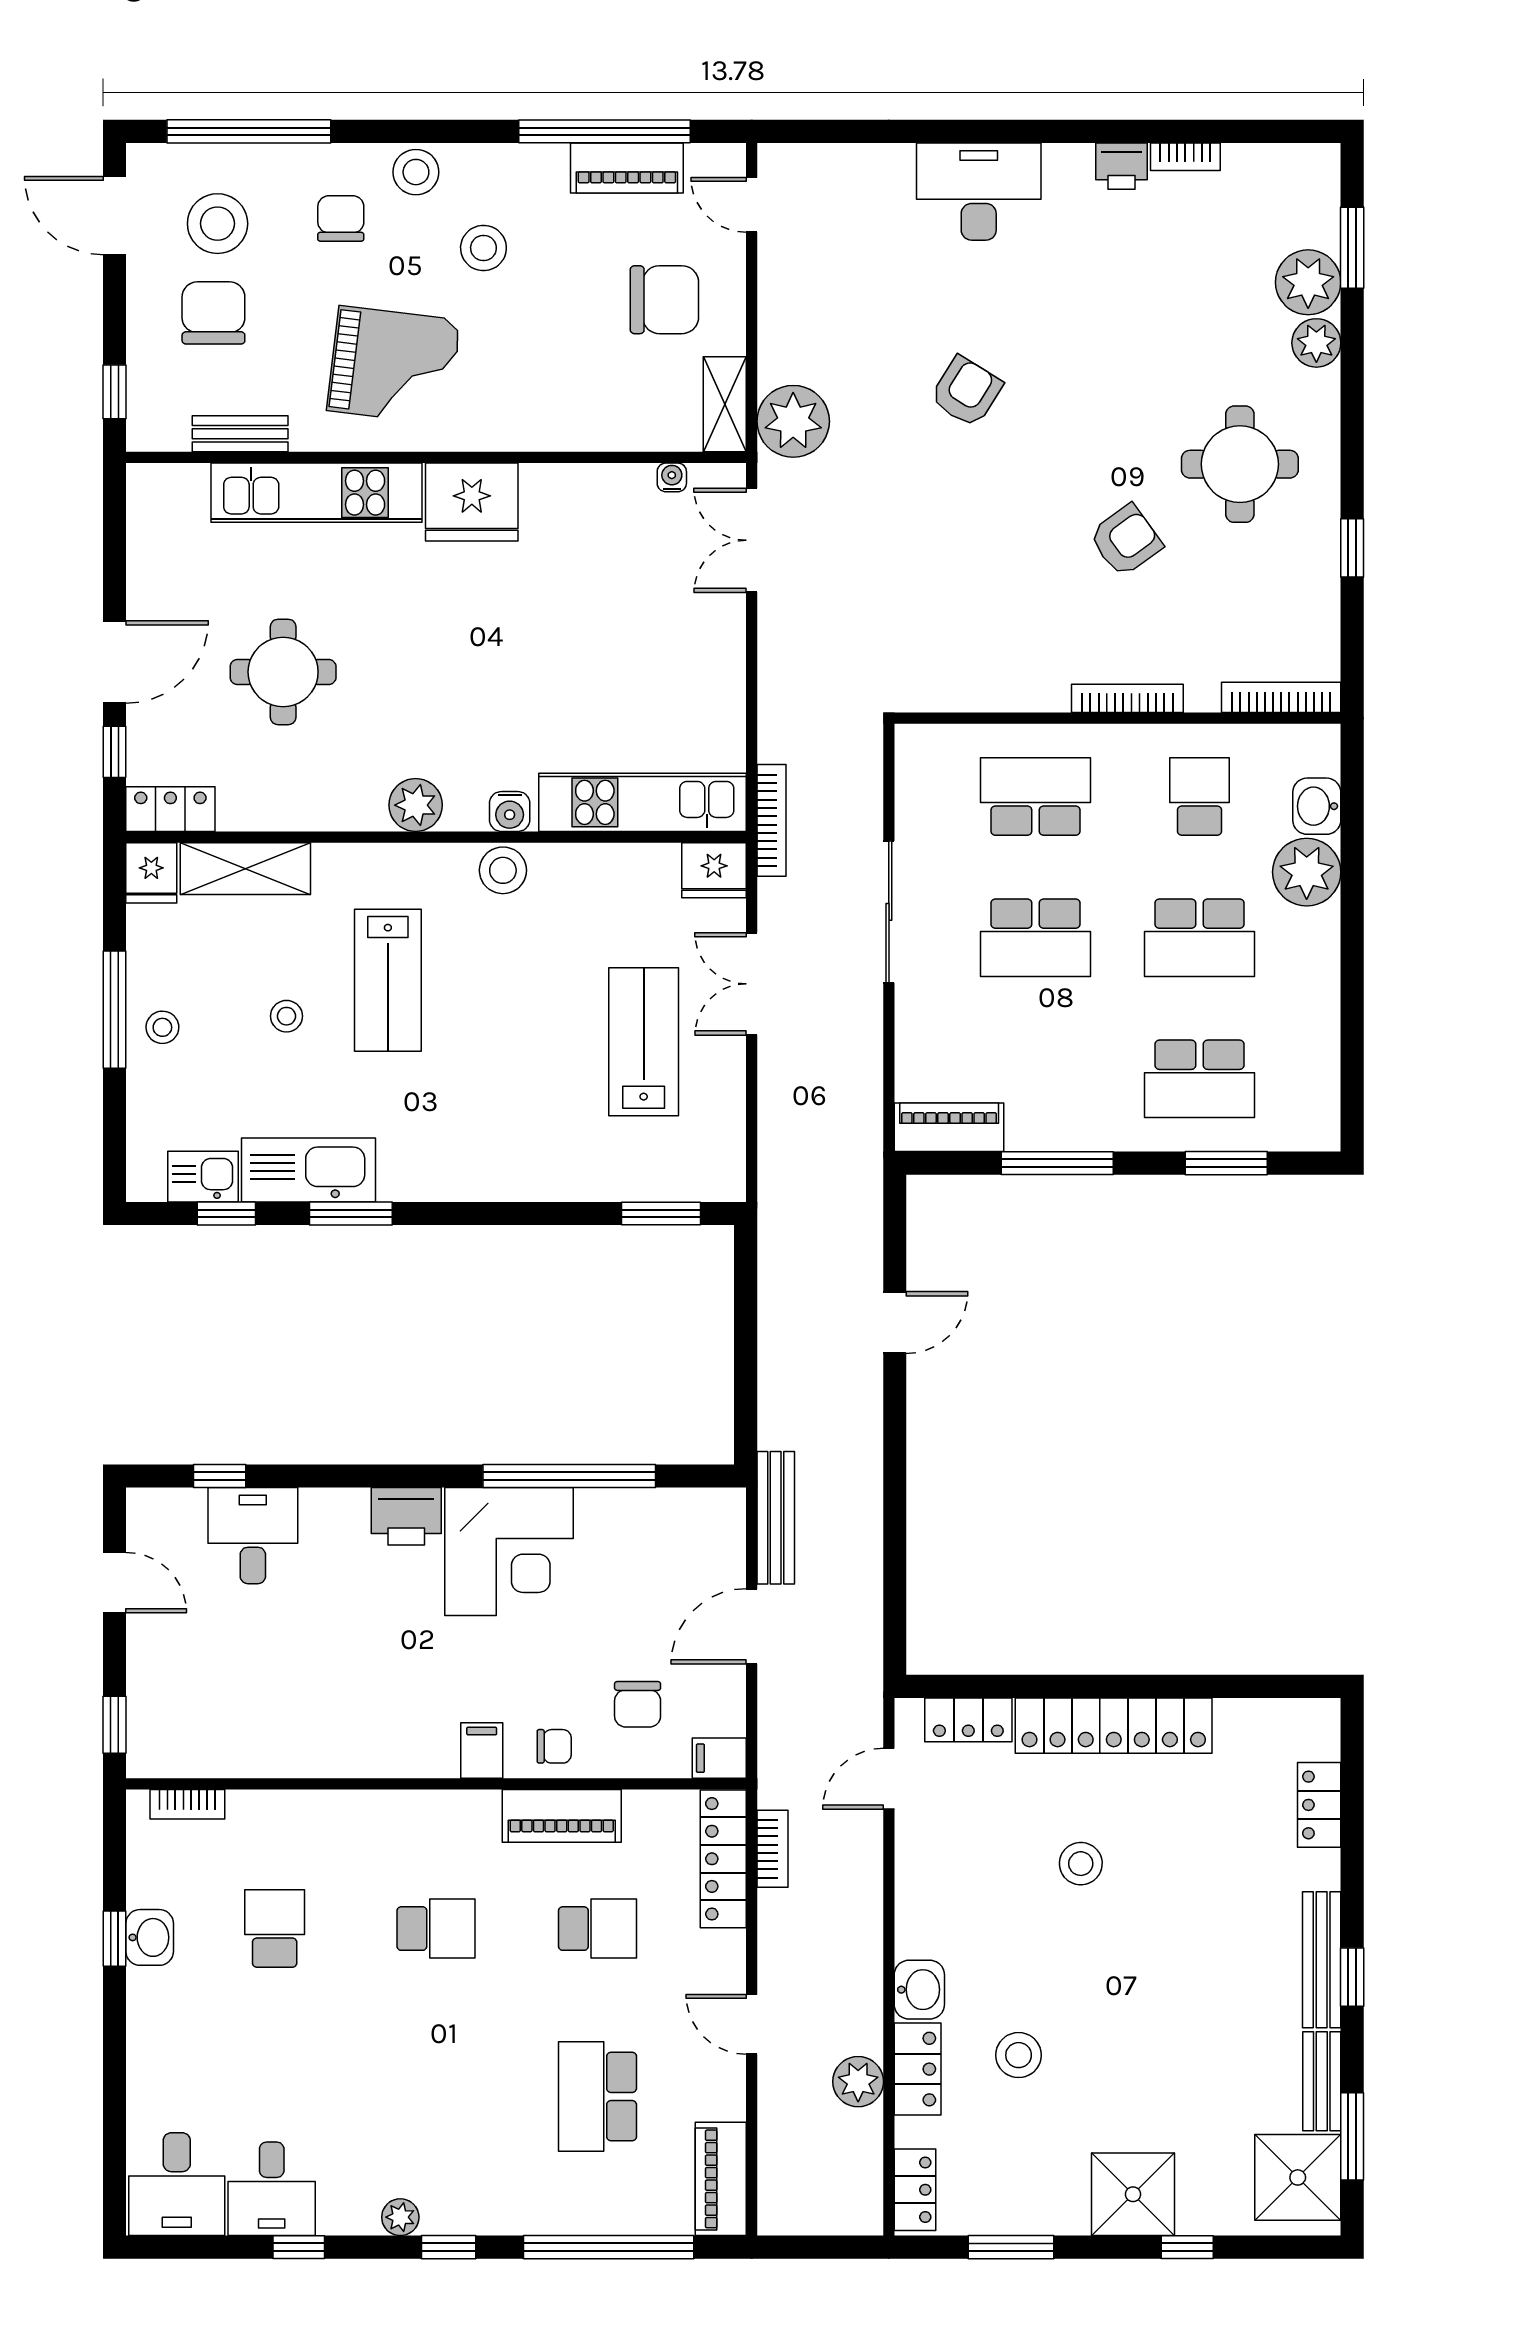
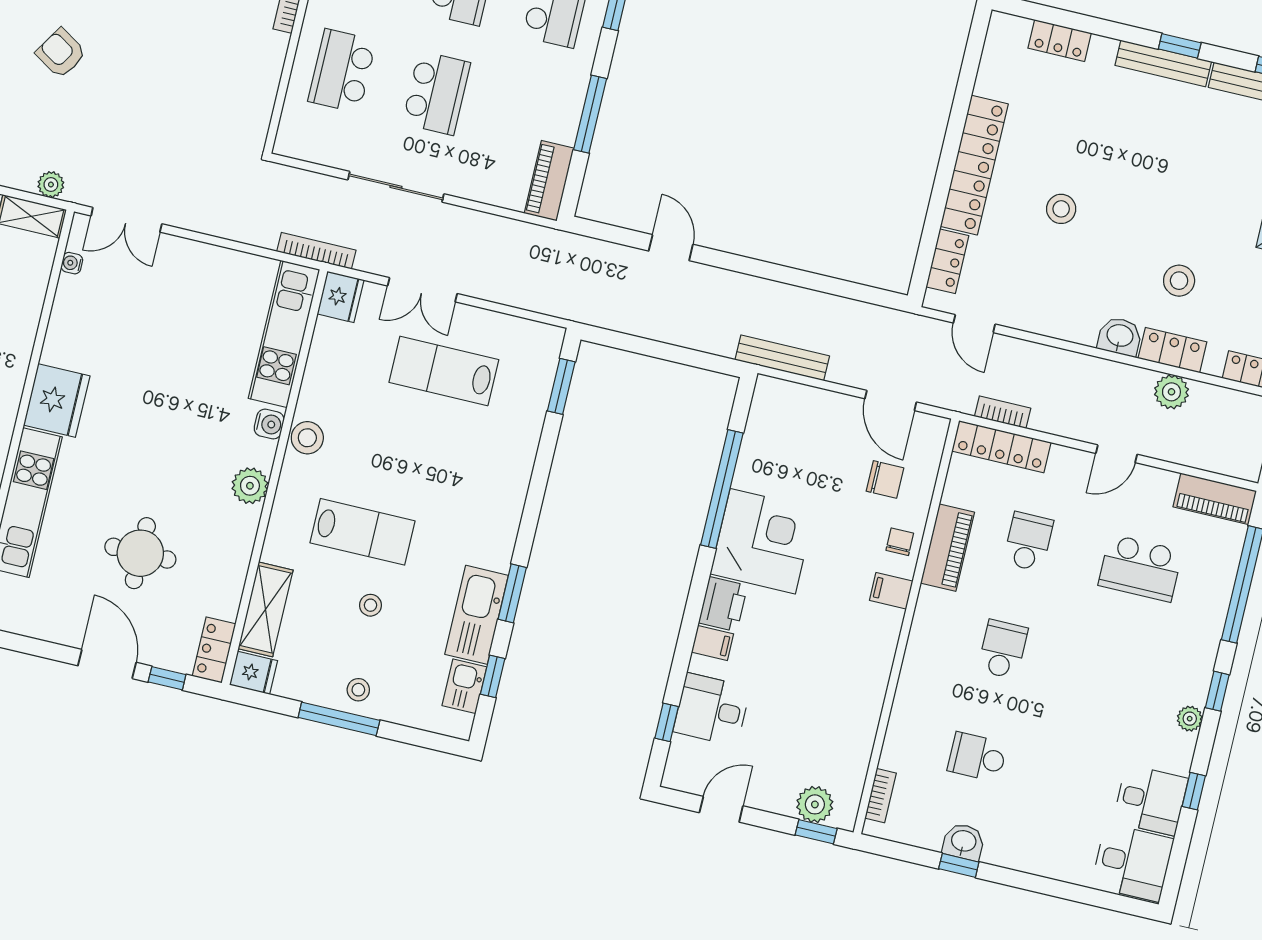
plant: (793, 421) -> (51, 185), width x0.53, depth x0.53
door: (752, 1626) -> (891, 400), moved
plant: (153, 1714) -> (815, 804), added
filing cabinet: (719, 1758) -> (712, 643), moved, turned -90

